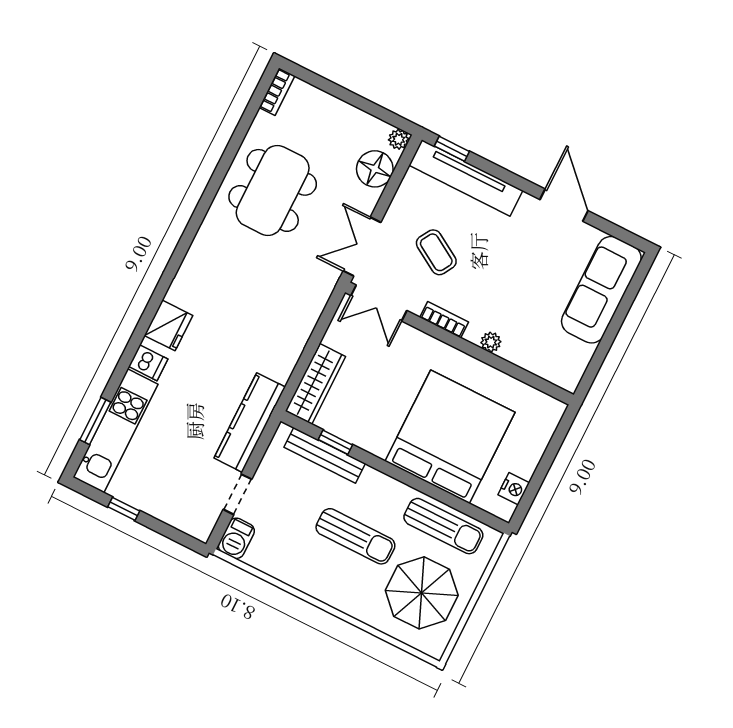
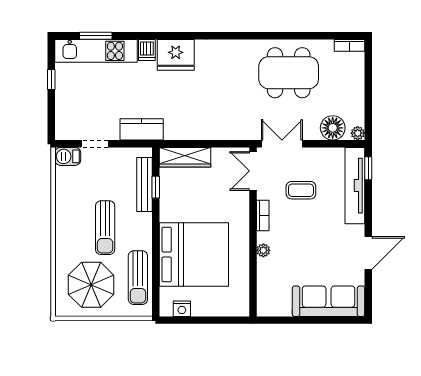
coffee table: (436, 252) -> (301, 190), turned 59
fridge: (169, 325) -> (176, 55), width x1.36, depth x1.34
kitchen counter: (250, 423) -> (142, 129), width x0.67

